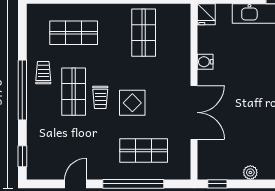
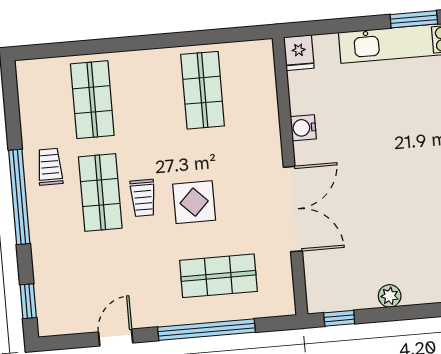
shop shelf: (74, 33) -> (92, 100), turned 90

